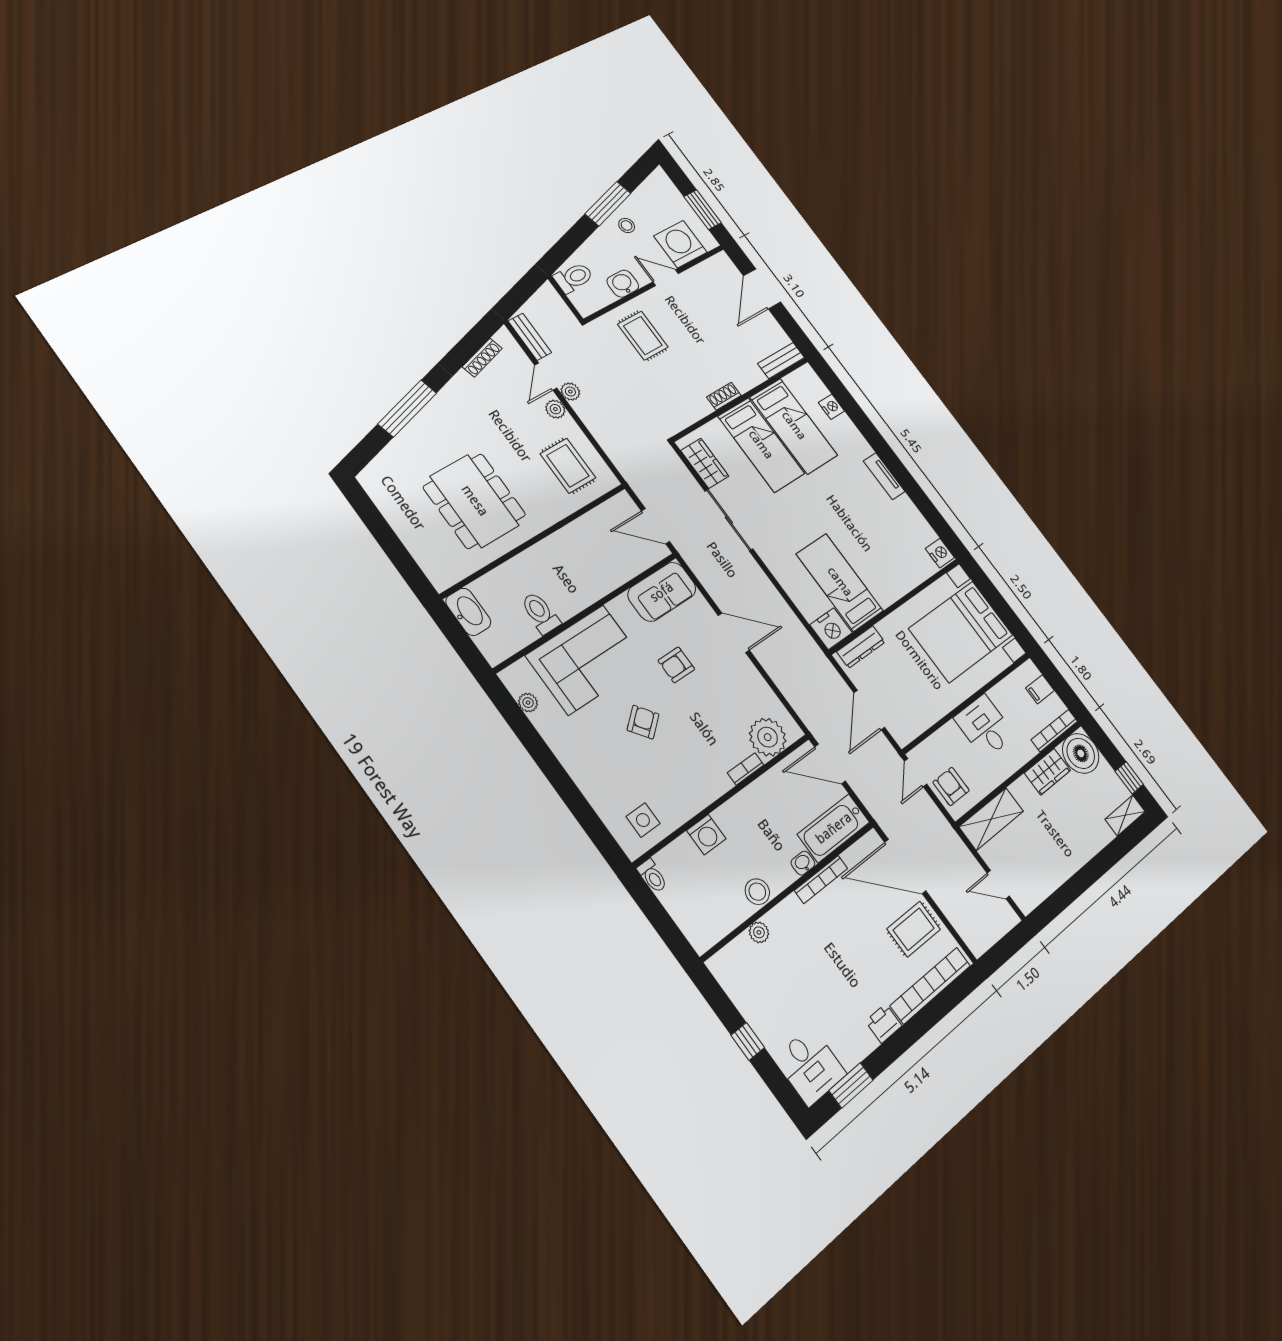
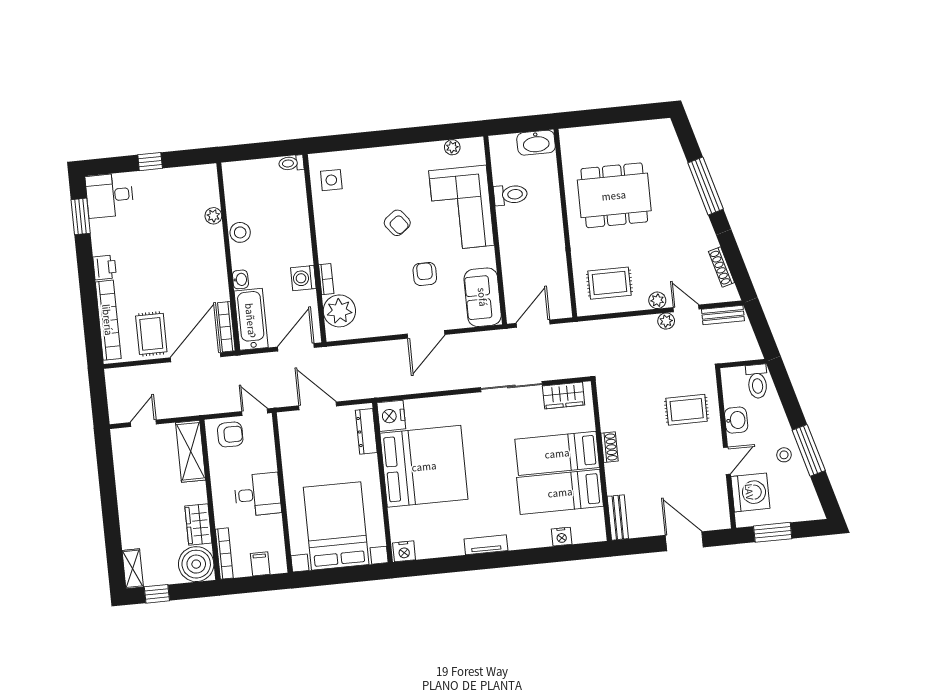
bed: (840, 582) -> (424, 466), width x2.04
washing machine: (706, 835) -> (303, 278), moved
bookcase: (821, 879) -> (226, 327), moved

